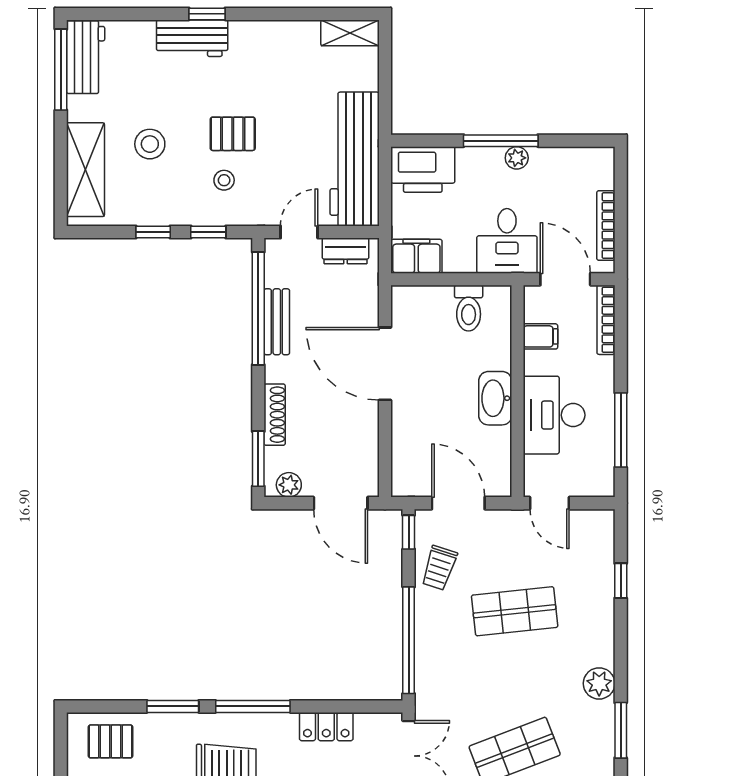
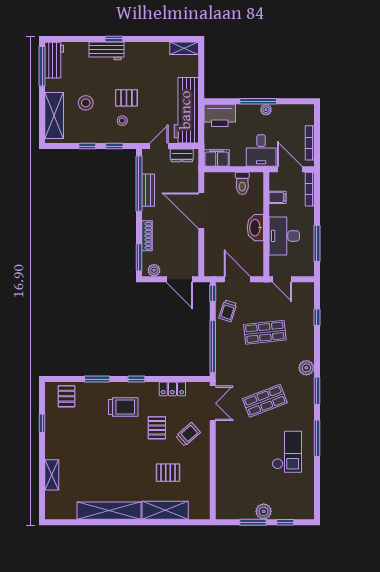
window: (253, 706) -> (136, 379), width x0.46
pallet: (111, 741) -> (66, 396), turned 90

